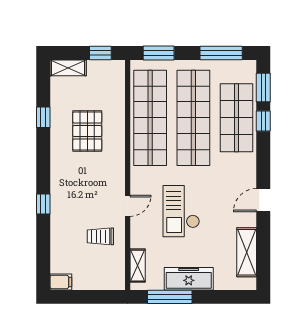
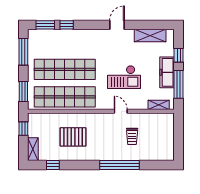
window: (43, 117) -> (53, 165), moved
shop shelf: (237, 118) -> (65, 42), removed
door: (263, 200) -> (117, 25), swing flipped
window: (43, 204) -> (119, 165), width x3.17
trolley: (100, 236) -> (132, 136), moved
filing cabinet: (61, 282) -> (169, 154), removed
window: (216, 297) -> (179, 55), added

